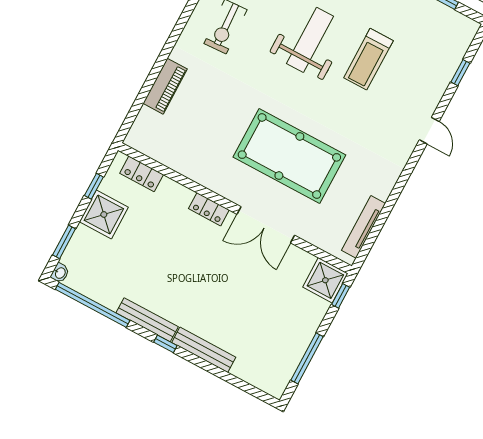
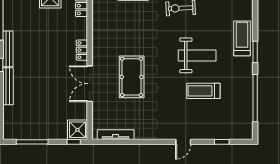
pool table: (289, 156) -> (132, 77), width x0.73, depth x0.76

